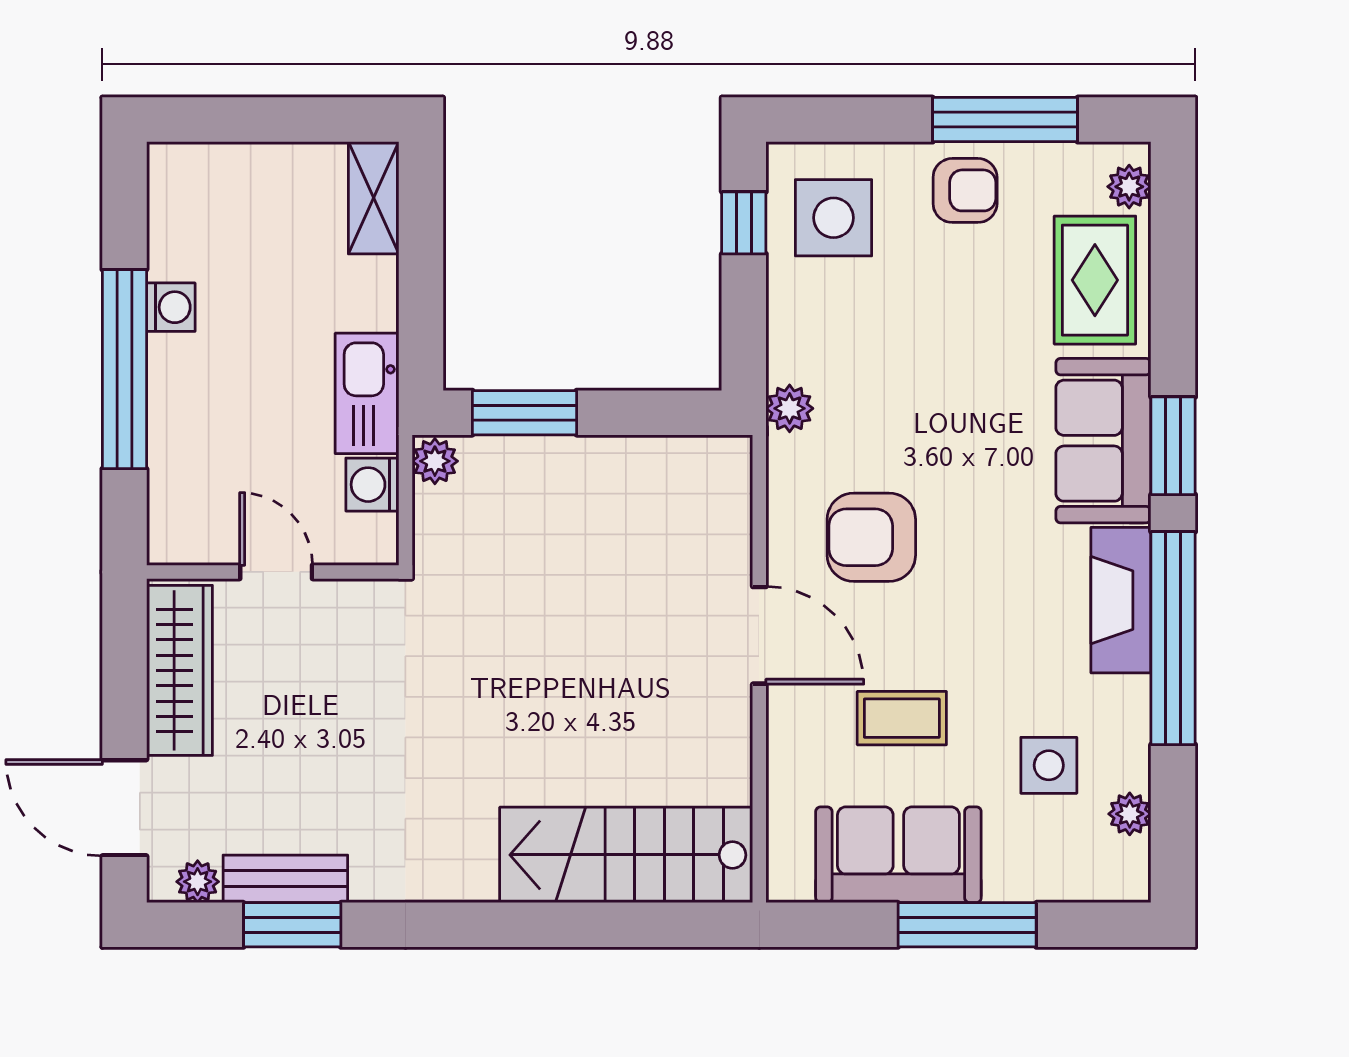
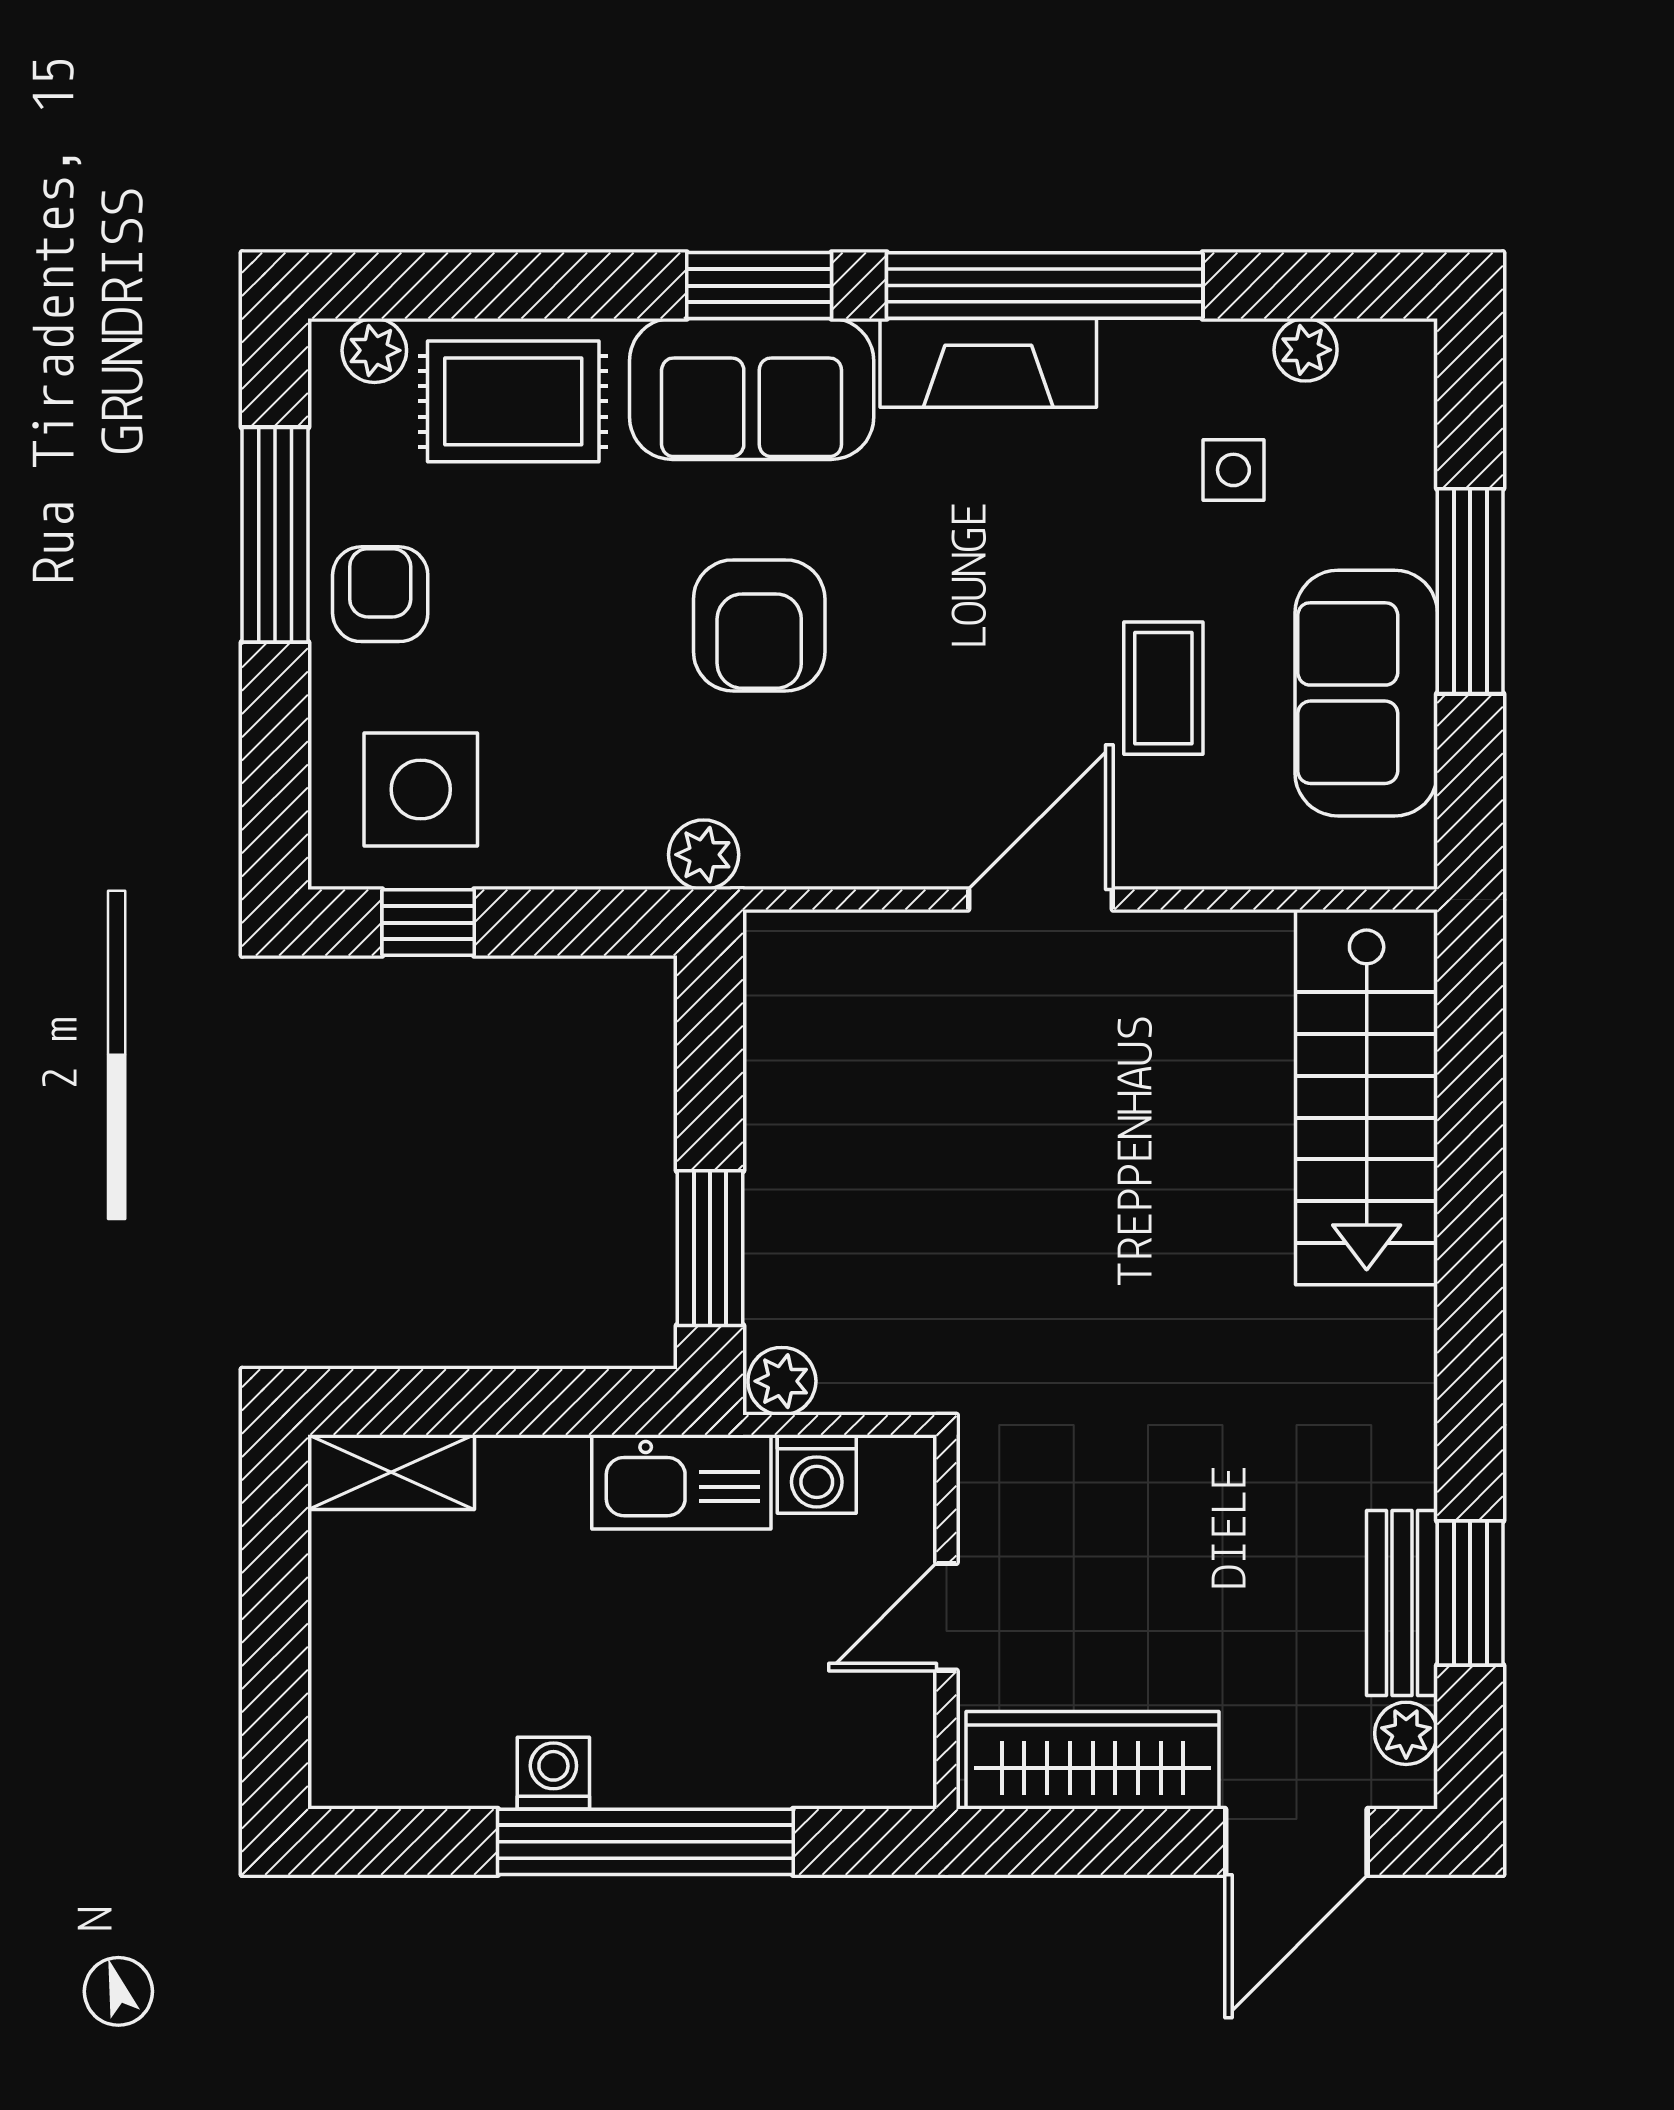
armchair: (871, 537) -> (759, 625), moved
side table: (1049, 765) -> (1233, 470), width x0.73, depth x0.73

